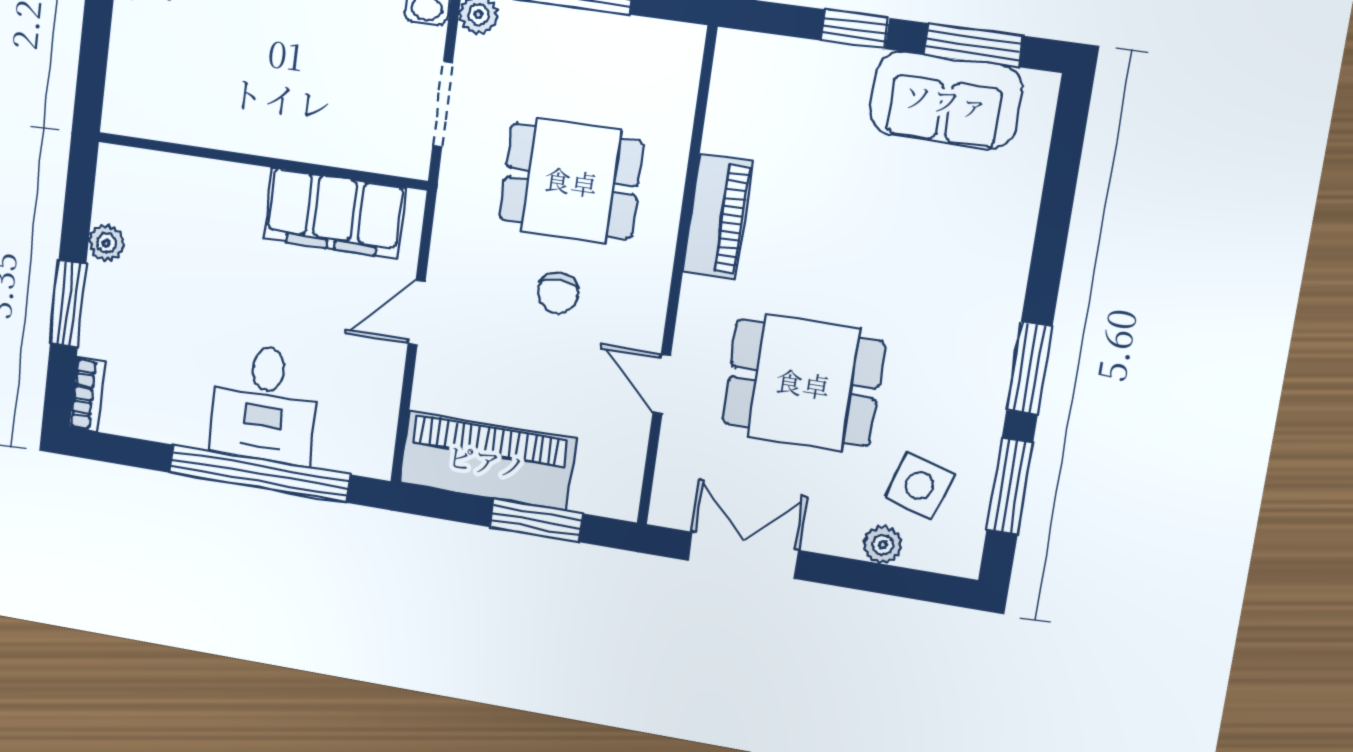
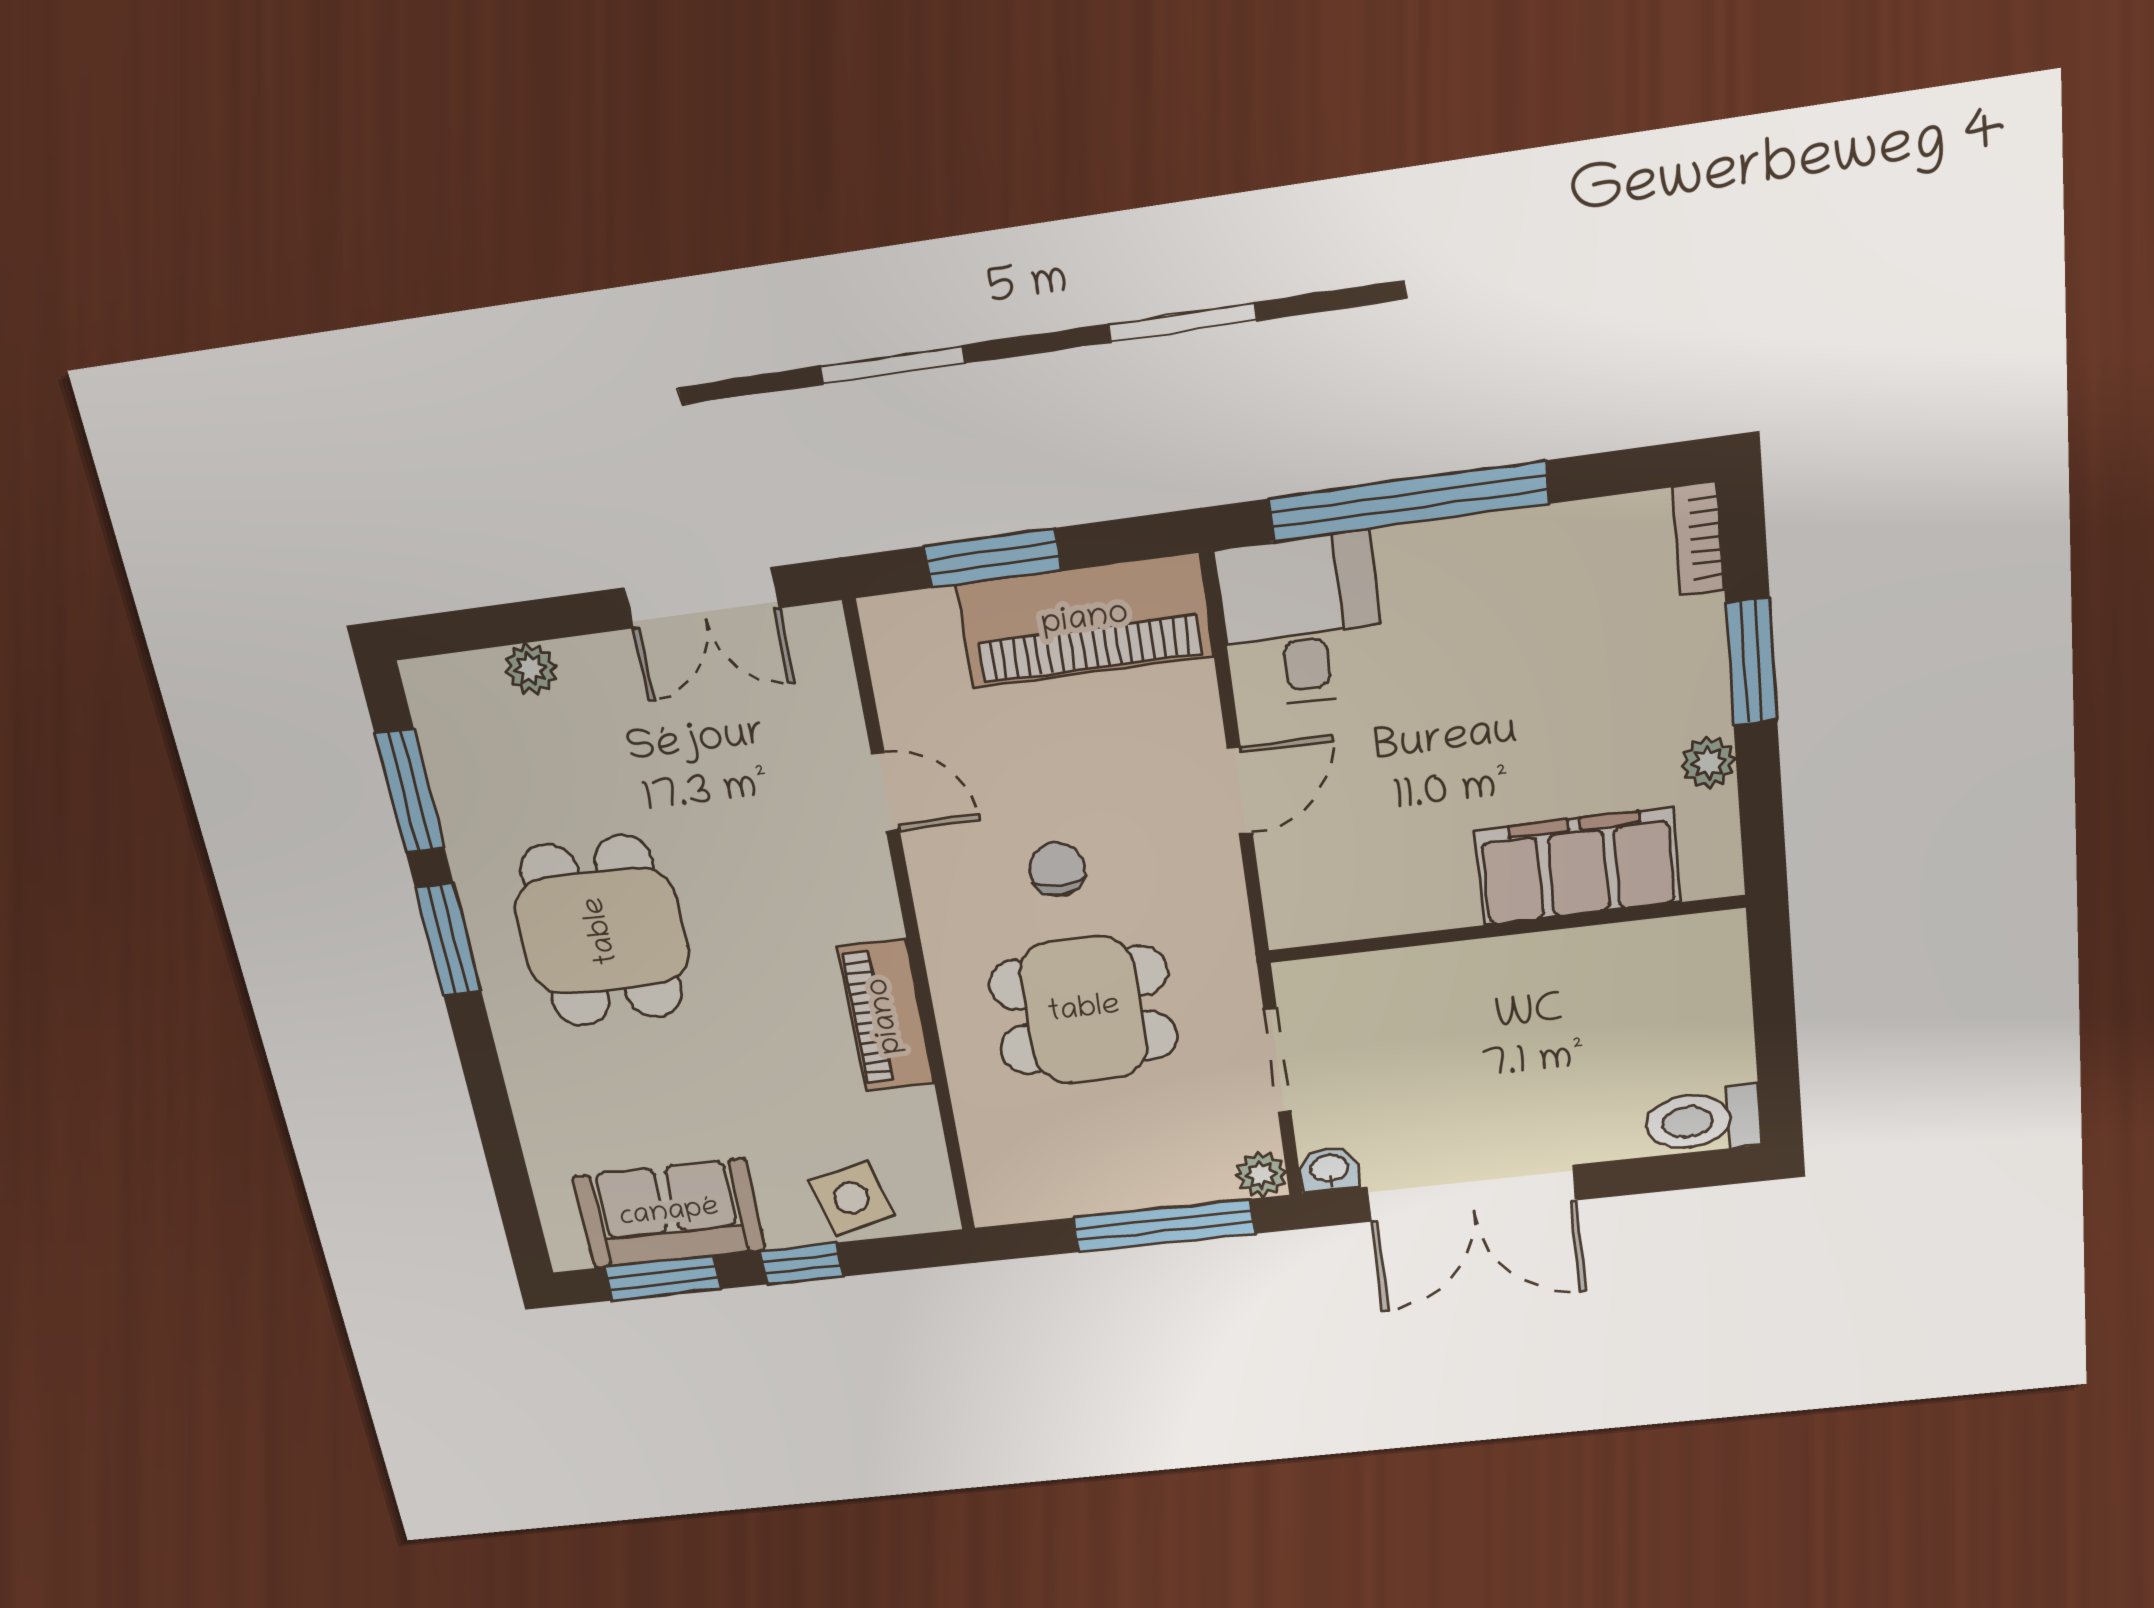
filing cabinet: (334, 213) -> (1578, 866), moved
dining table: (803, 383) -> (602, 931), moved, turned 90
desk: (264, 404) -> (1301, 621), moved
side table: (919, 486) -> (852, 1198), moved, turned -31

